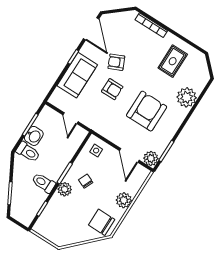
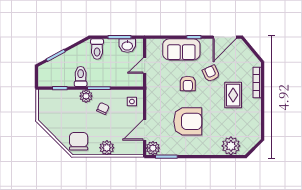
rug: (173, 61) -> (233, 95), moved, turned 90
plant: (187, 97) -> (231, 146), moved
washbasin: (34, 136) -> (127, 46), moved

